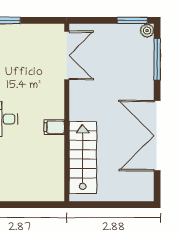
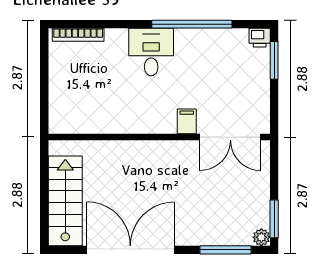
filing cabinet: (54, 127) -> (187, 121), moved
stairs: (83, 157) -> (65, 201), moved, turned -90

